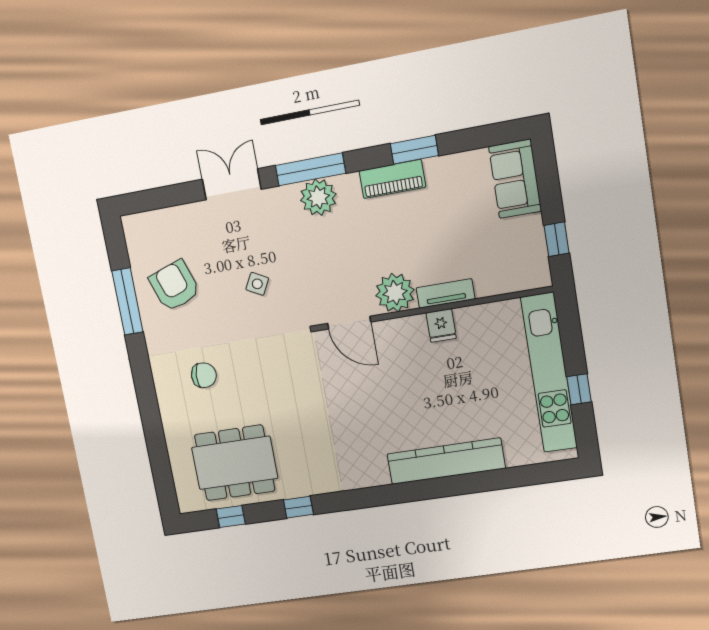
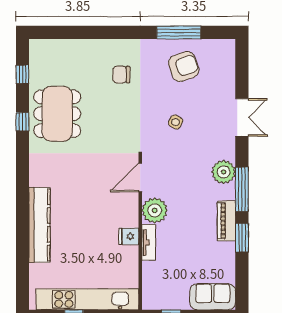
window: (311, 169) -> (242, 189), moved
chair: (204, 375) -> (121, 75), turned 86
dining table: (235, 463) -> (57, 114), moved

